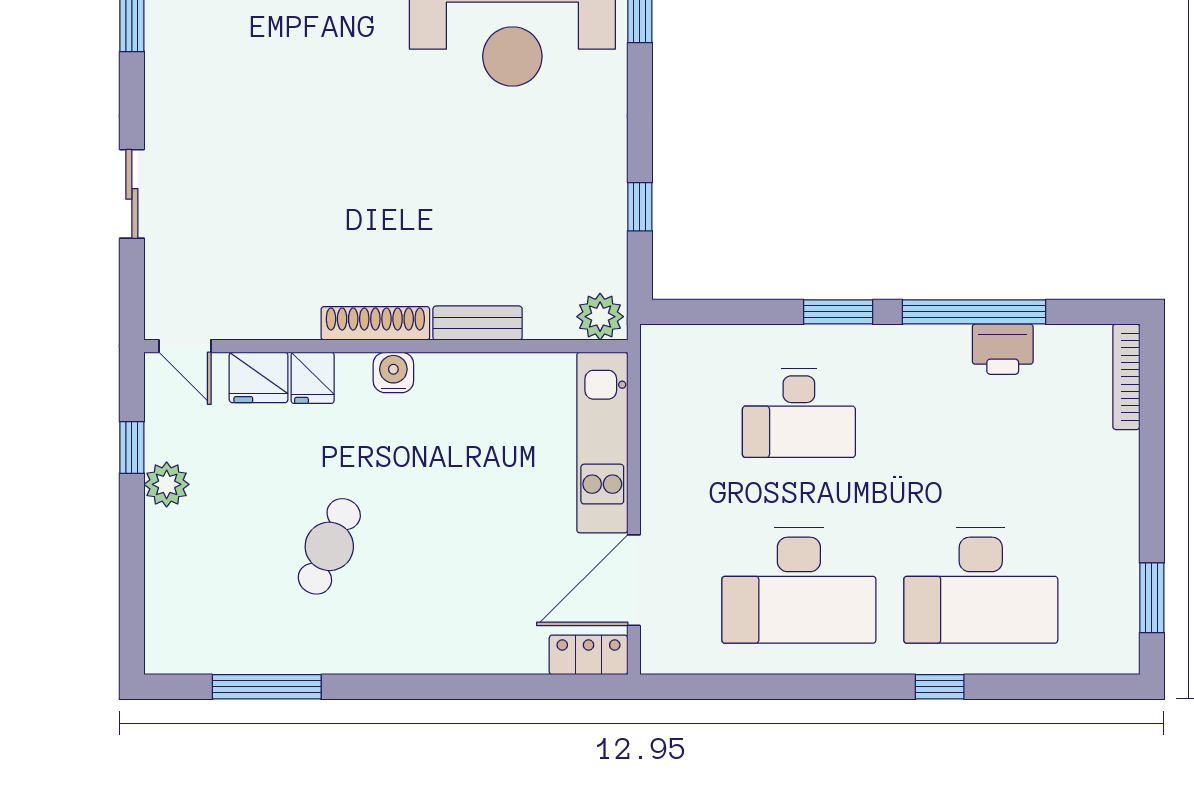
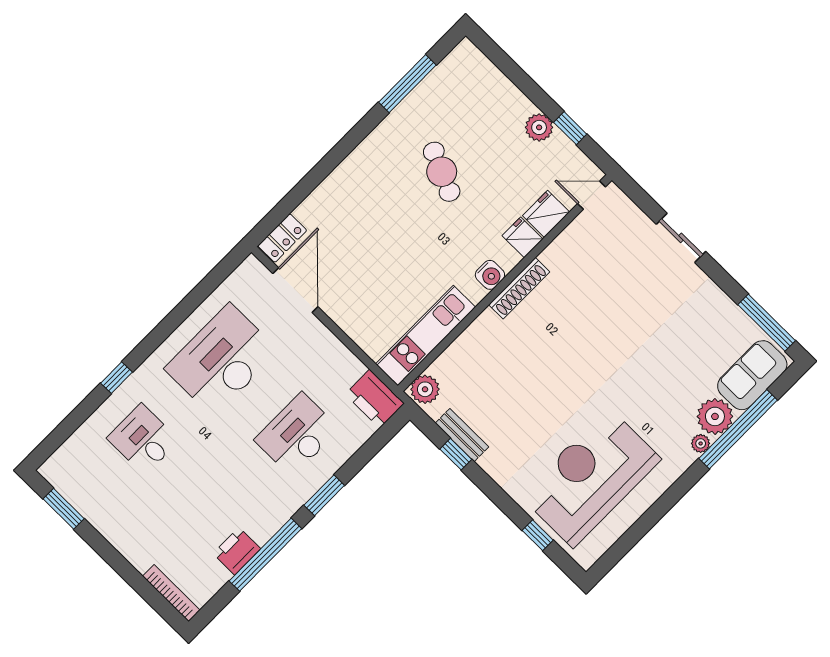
bench: (478, 323) -> (462, 435), moved, turned 90
printer: (669, 364) -> (375, 399), added
kitchen unit: (602, 443) -> (425, 336), moved, turned -90
desk: (981, 586) -> (143, 439), width x0.53, depth x0.77

